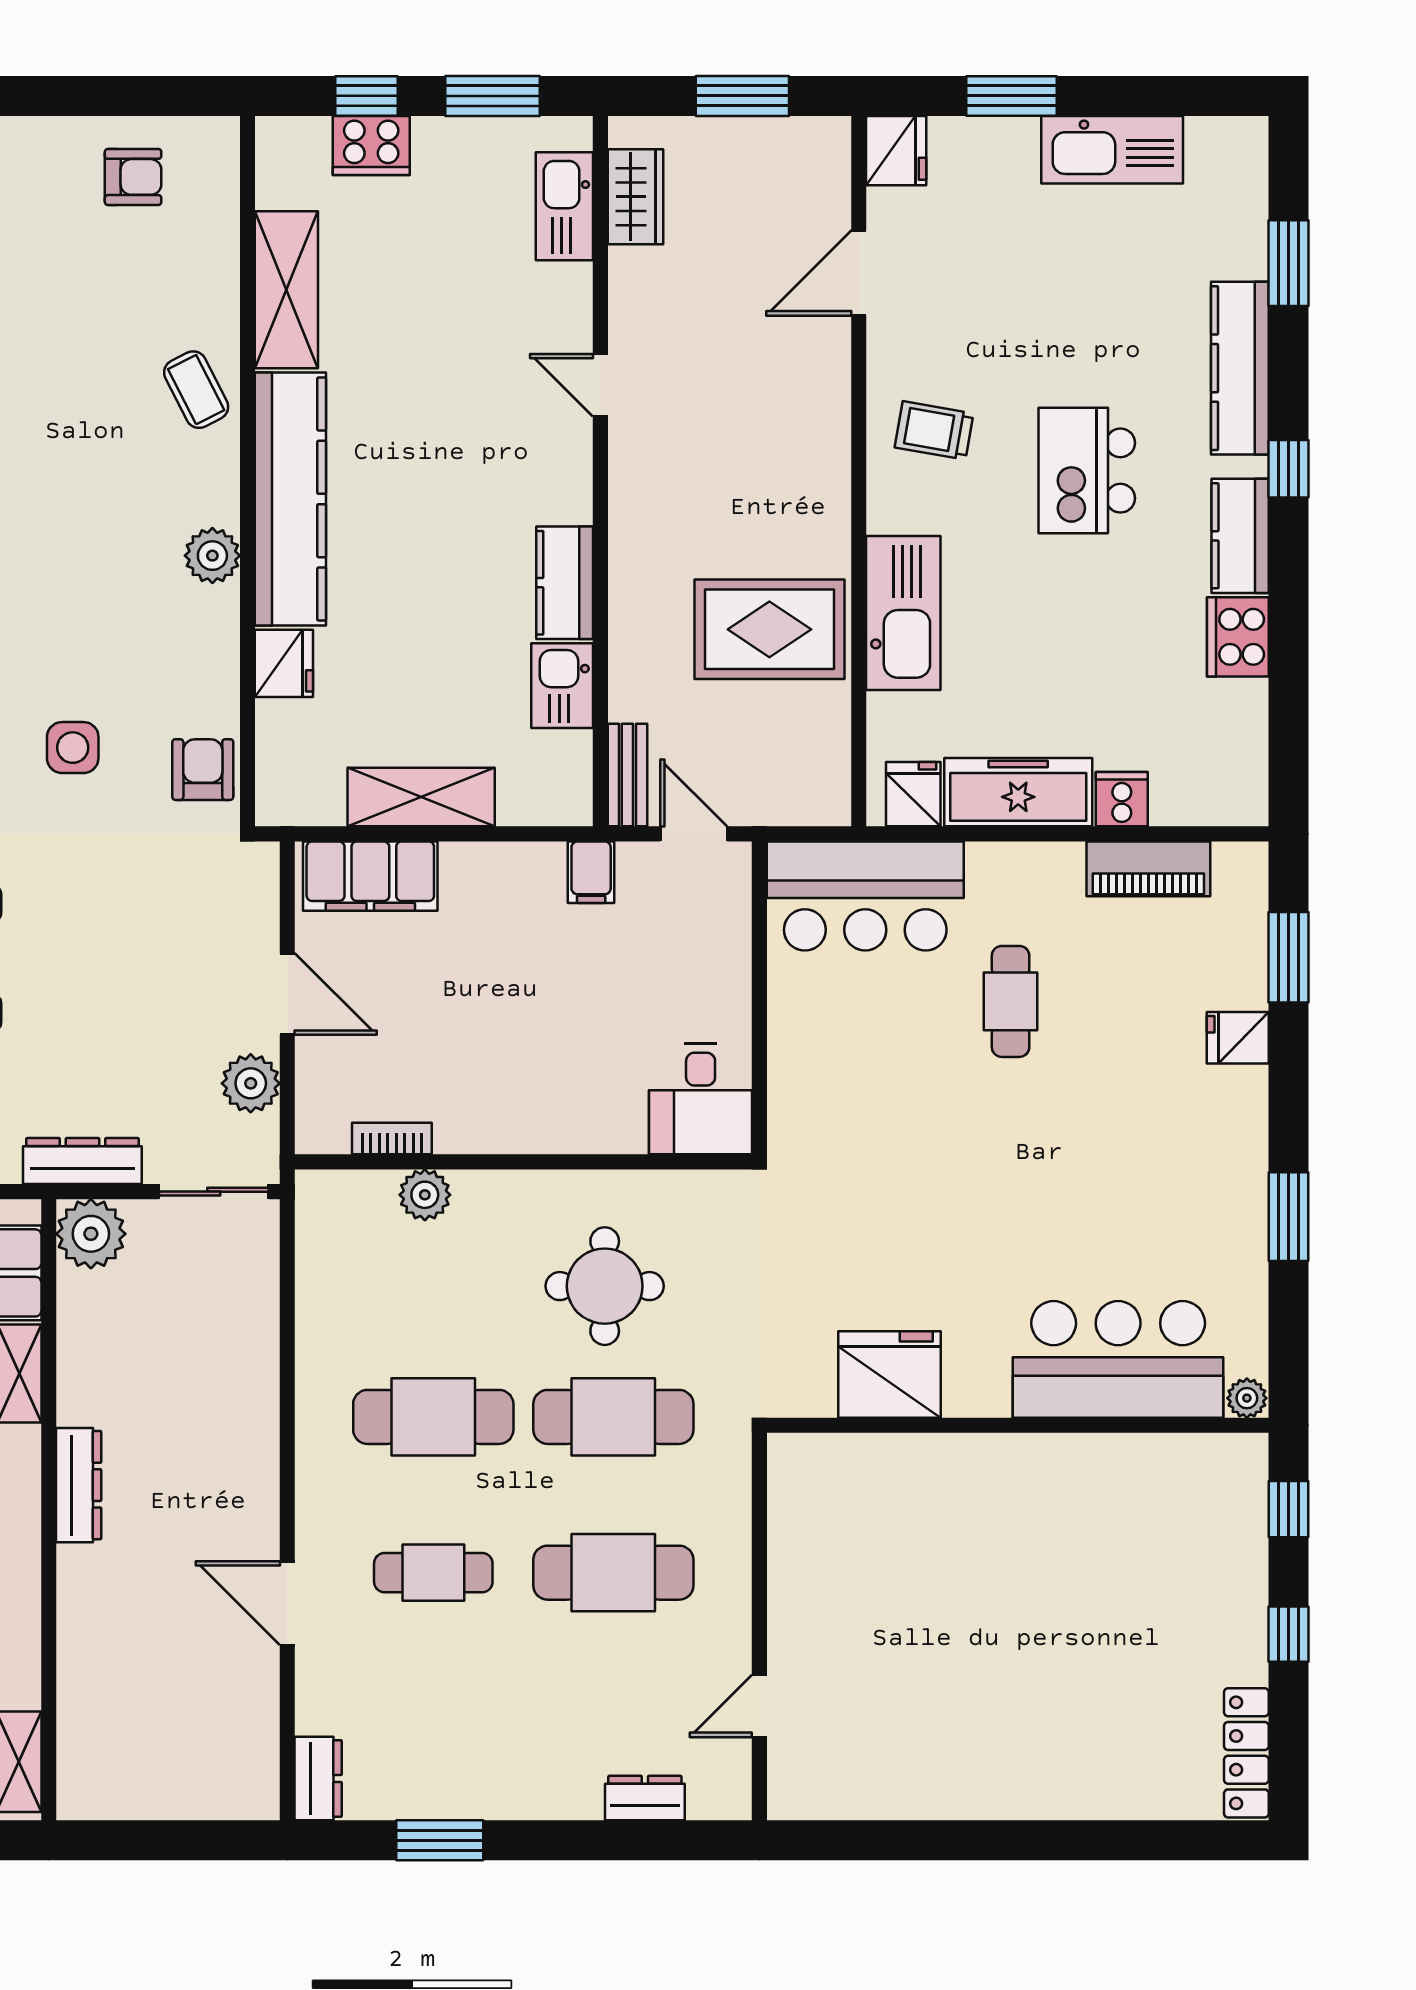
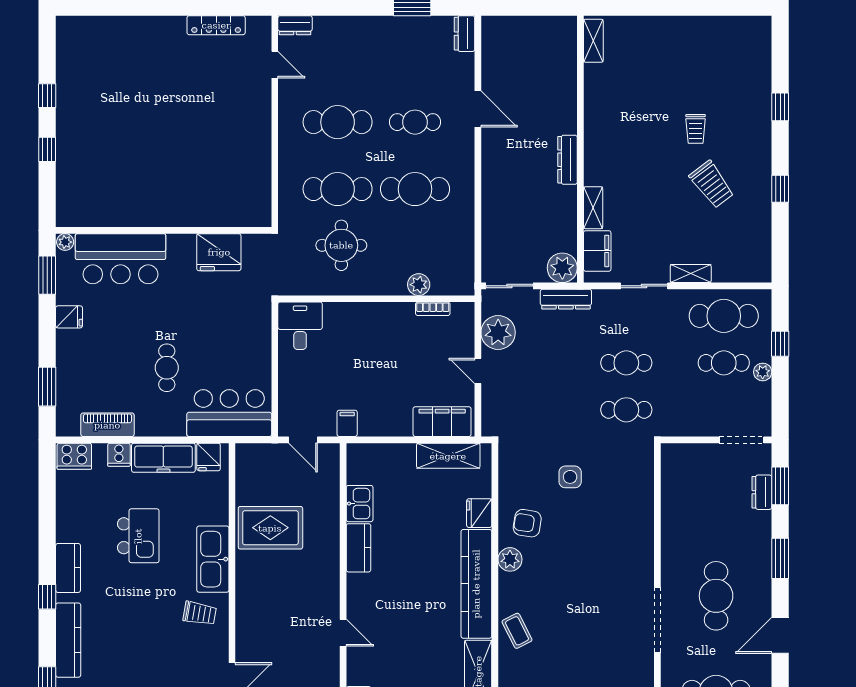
kitchen island: (1087, 471) -> (138, 536), moved
kitchen sink: (903, 613) -> (213, 559), moved
cooker: (1238, 637) -> (74, 456), moved, turned 90
armchair: (203, 770) -> (527, 523), moved, turned 99
bench: (627, 775) -> (332, 465), removed
shelving: (421, 797) -> (448, 456), moved
door: (287, 994) -> (478, 371), width x0.73
fridge: (1238, 1038) -> (69, 317), moved
plant: (251, 1083) -> (498, 333), width x1.36, depth x1.36
bar counter: (1118, 1359) -> (121, 259), moved
fridge: (890, 1374) -> (219, 252), moved
plant: (1247, 1398) -> (65, 242), moved
wall: (1018, 1425) -> (164, 230), moved
door: (759, 1706) -> (275, 65), hinge flipped
locker: (1246, 1753) -> (216, 25), moved, turned 90
dresser: (645, 1798) -> (295, 25), moved

